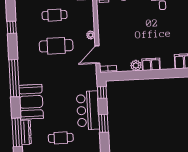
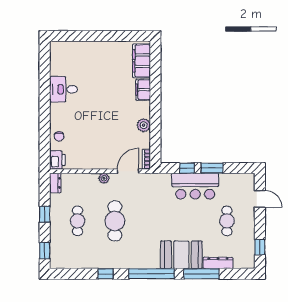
window: (12, 27) -> (106, 274), moved
door: (97, 55) -> (128, 171), swing flipped
filing cabinet: (151, 64) -> (143, 90), moved
window: (102, 92) -> (187, 168), moved
window: (17, 132) -> (201, 274), moved

